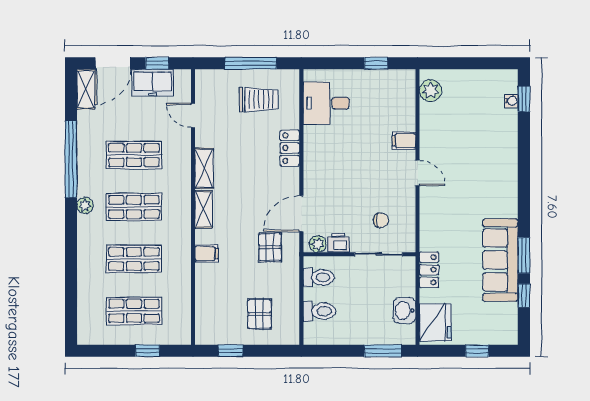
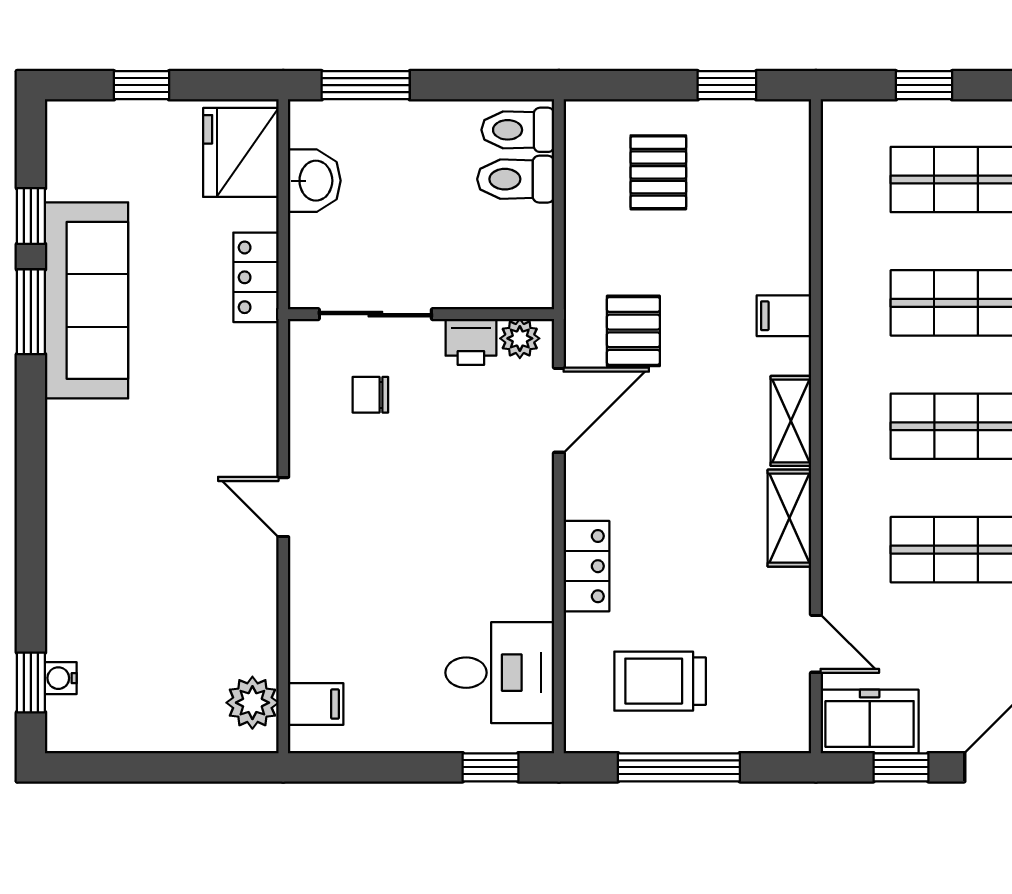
window: (376, 63) -> (491, 767), moved
freezer: (153, 83) -> (870, 721), moved
filing cabinet: (404, 141) -> (316, 704), moved
toilet: (319, 277) -> (518, 130), moved

